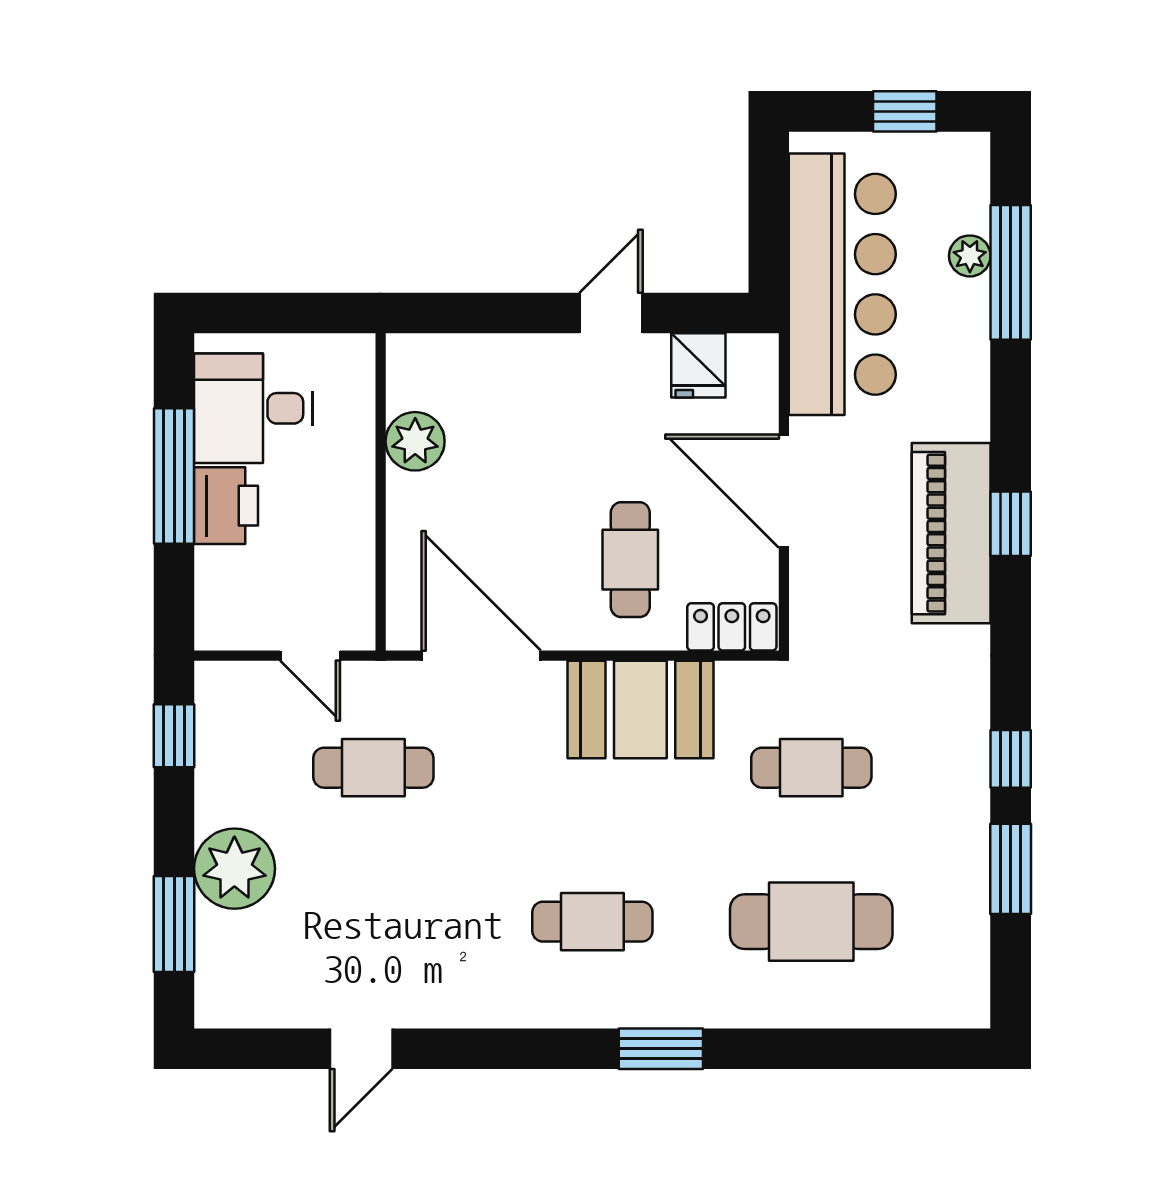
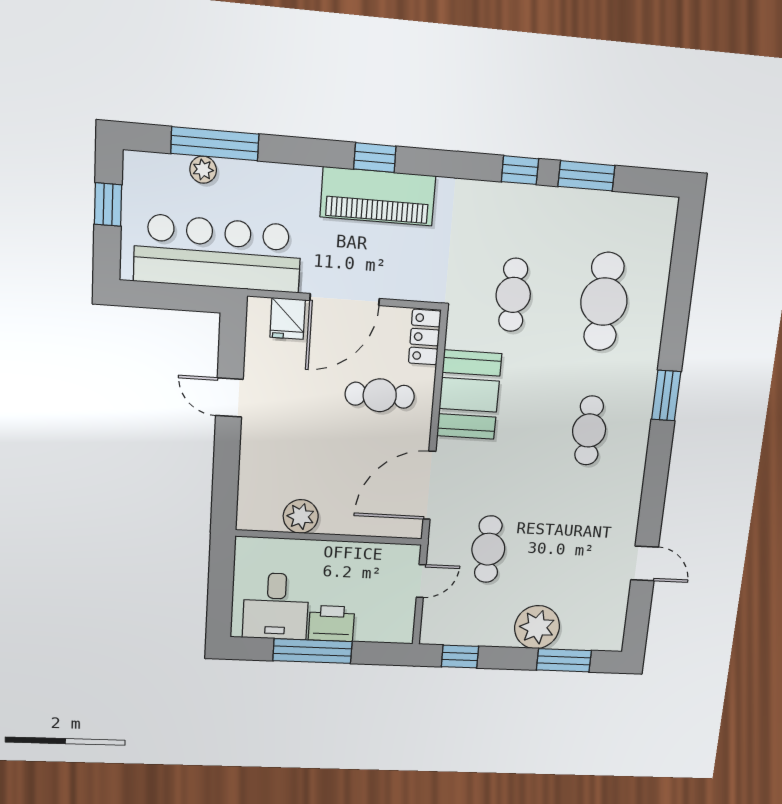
fridge: (698, 365) -> (288, 318), moved, turned 90

